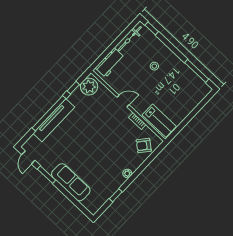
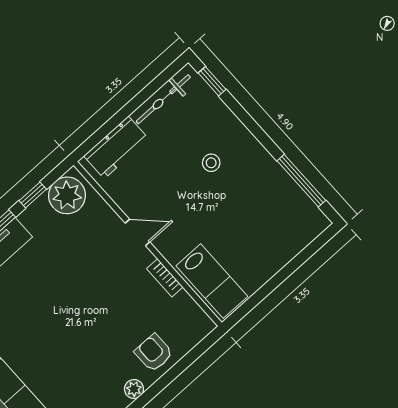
armchair: (144, 146) -> (154, 353), moved, turned 51

